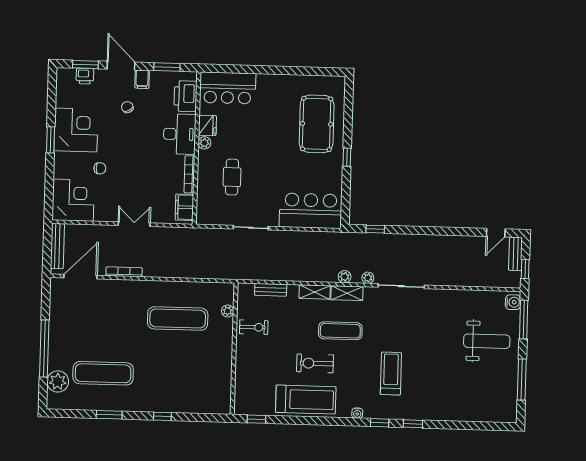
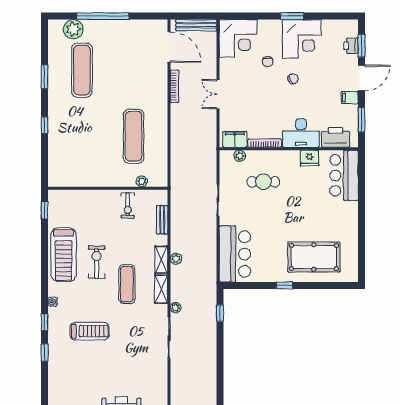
chair: (127, 107) -> (293, 79), moved
plant: (204, 143) -> (240, 156), moved
double door: (134, 224) -> (218, 94), swing flipped
plant: (345, 277) -> (176, 259), moved

